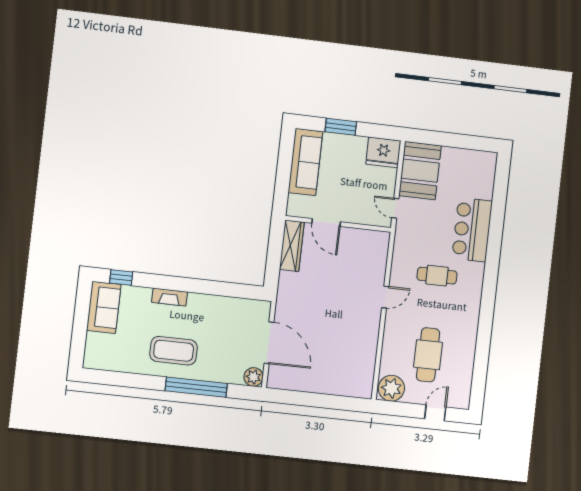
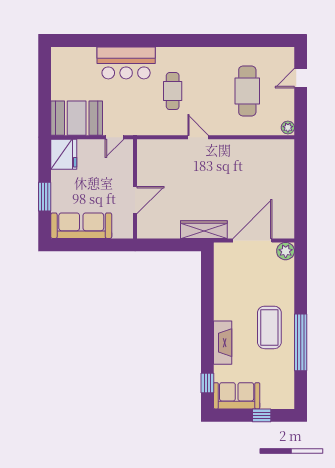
wardrobe: (292, 246) -> (204, 230), moved
fireplace: (170, 297) -> (223, 343), width x1.37, depth x1.32
window: (79, 332) -> (262, 415), added
cafe table: (428, 355) -> (247, 91), turned 90
window: (196, 387) -> (301, 342), moved
plant: (391, 388) -> (288, 127), width x0.53, depth x0.53
door: (435, 413) -> (301, 78), hinge flipped

